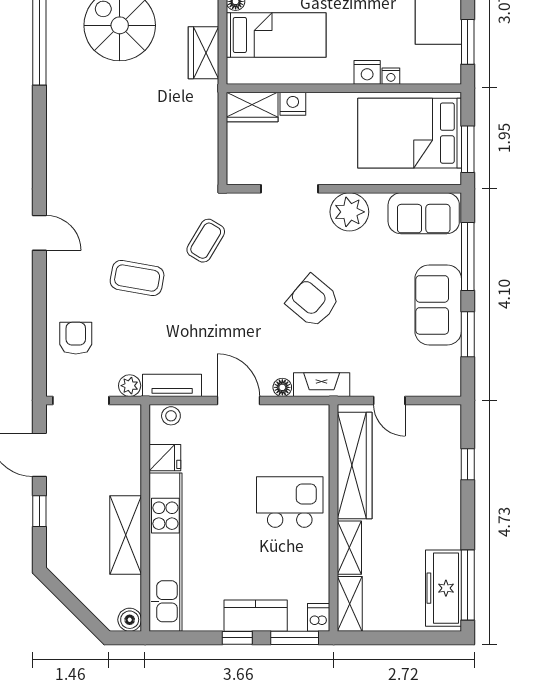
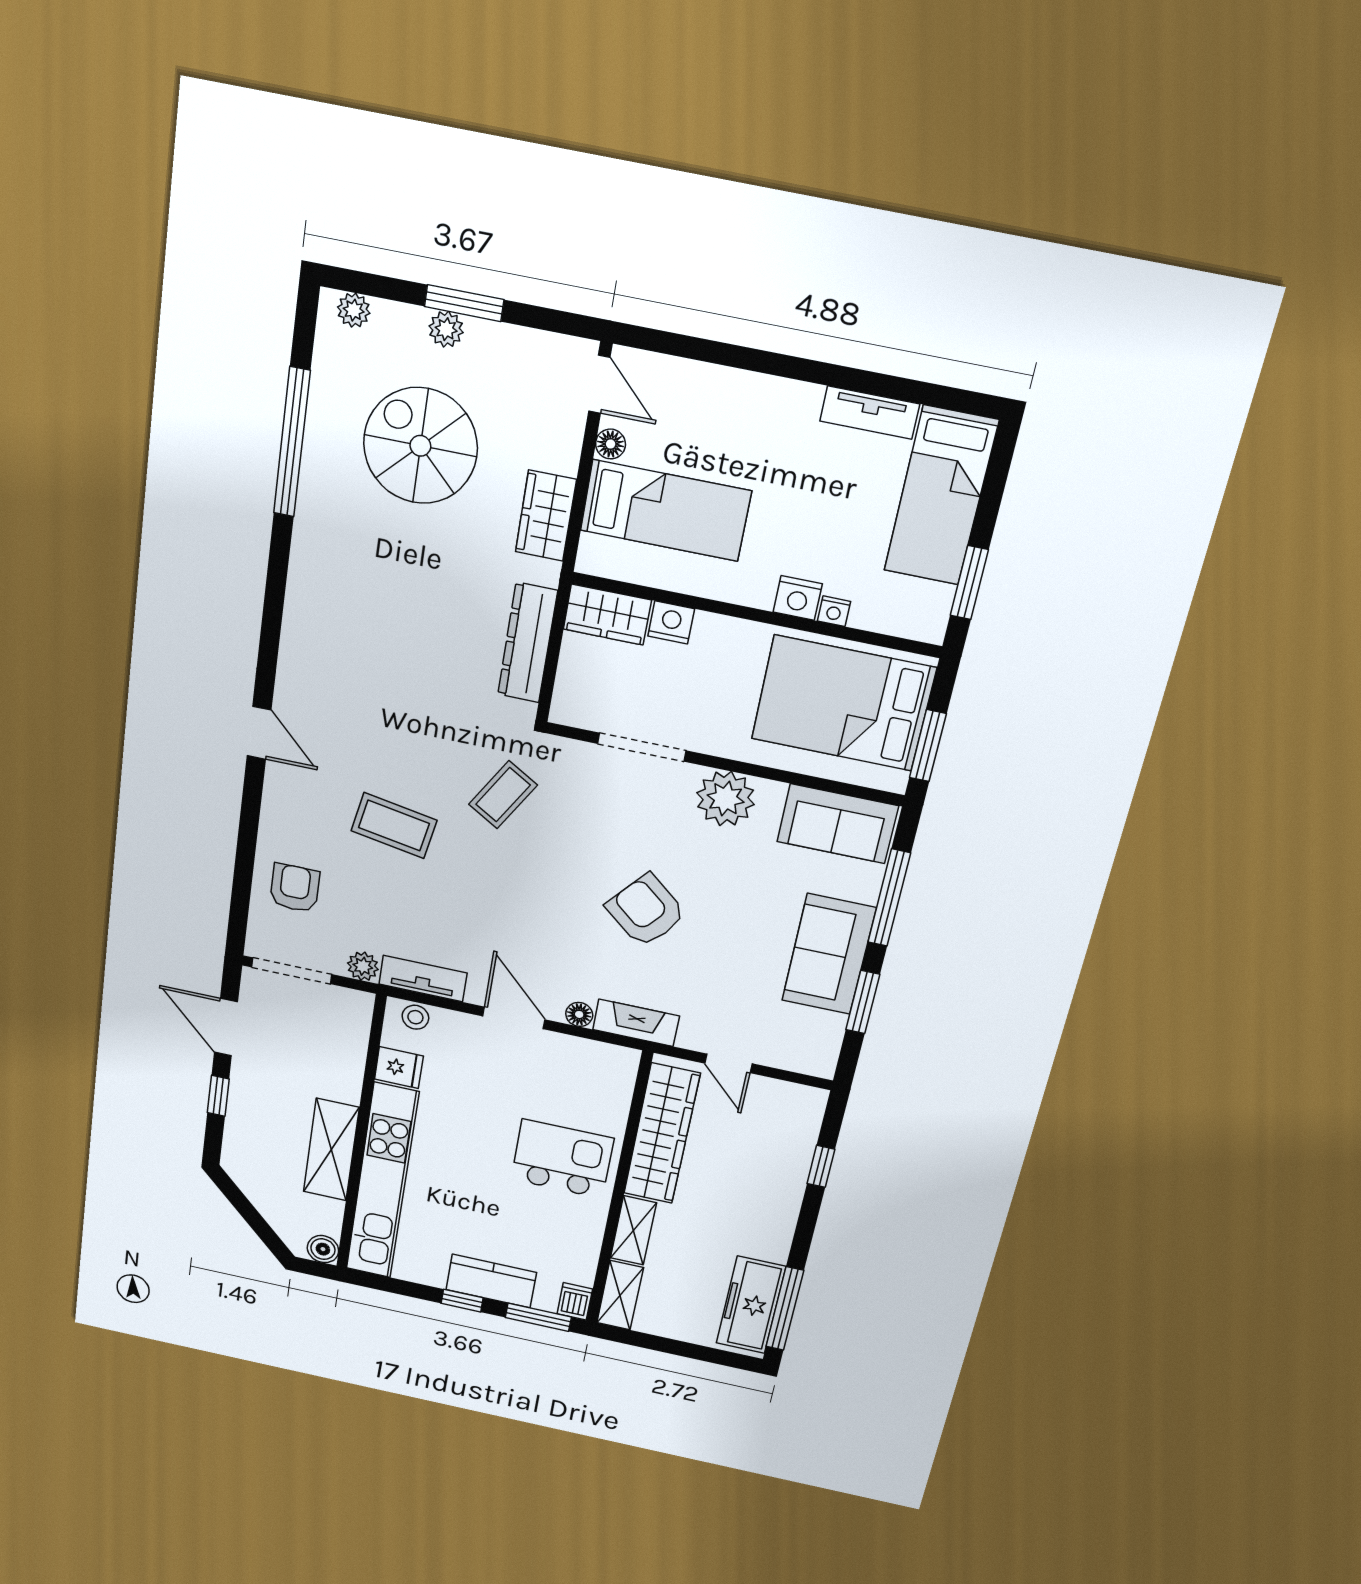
dresser: (205, 136) -> (527, 643), added

